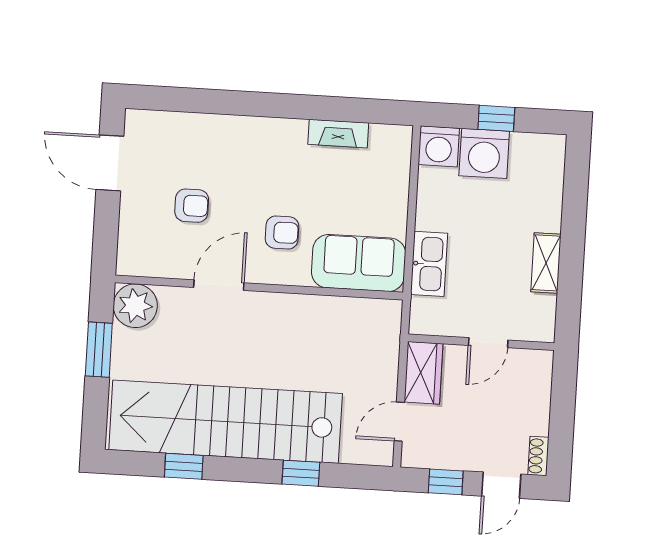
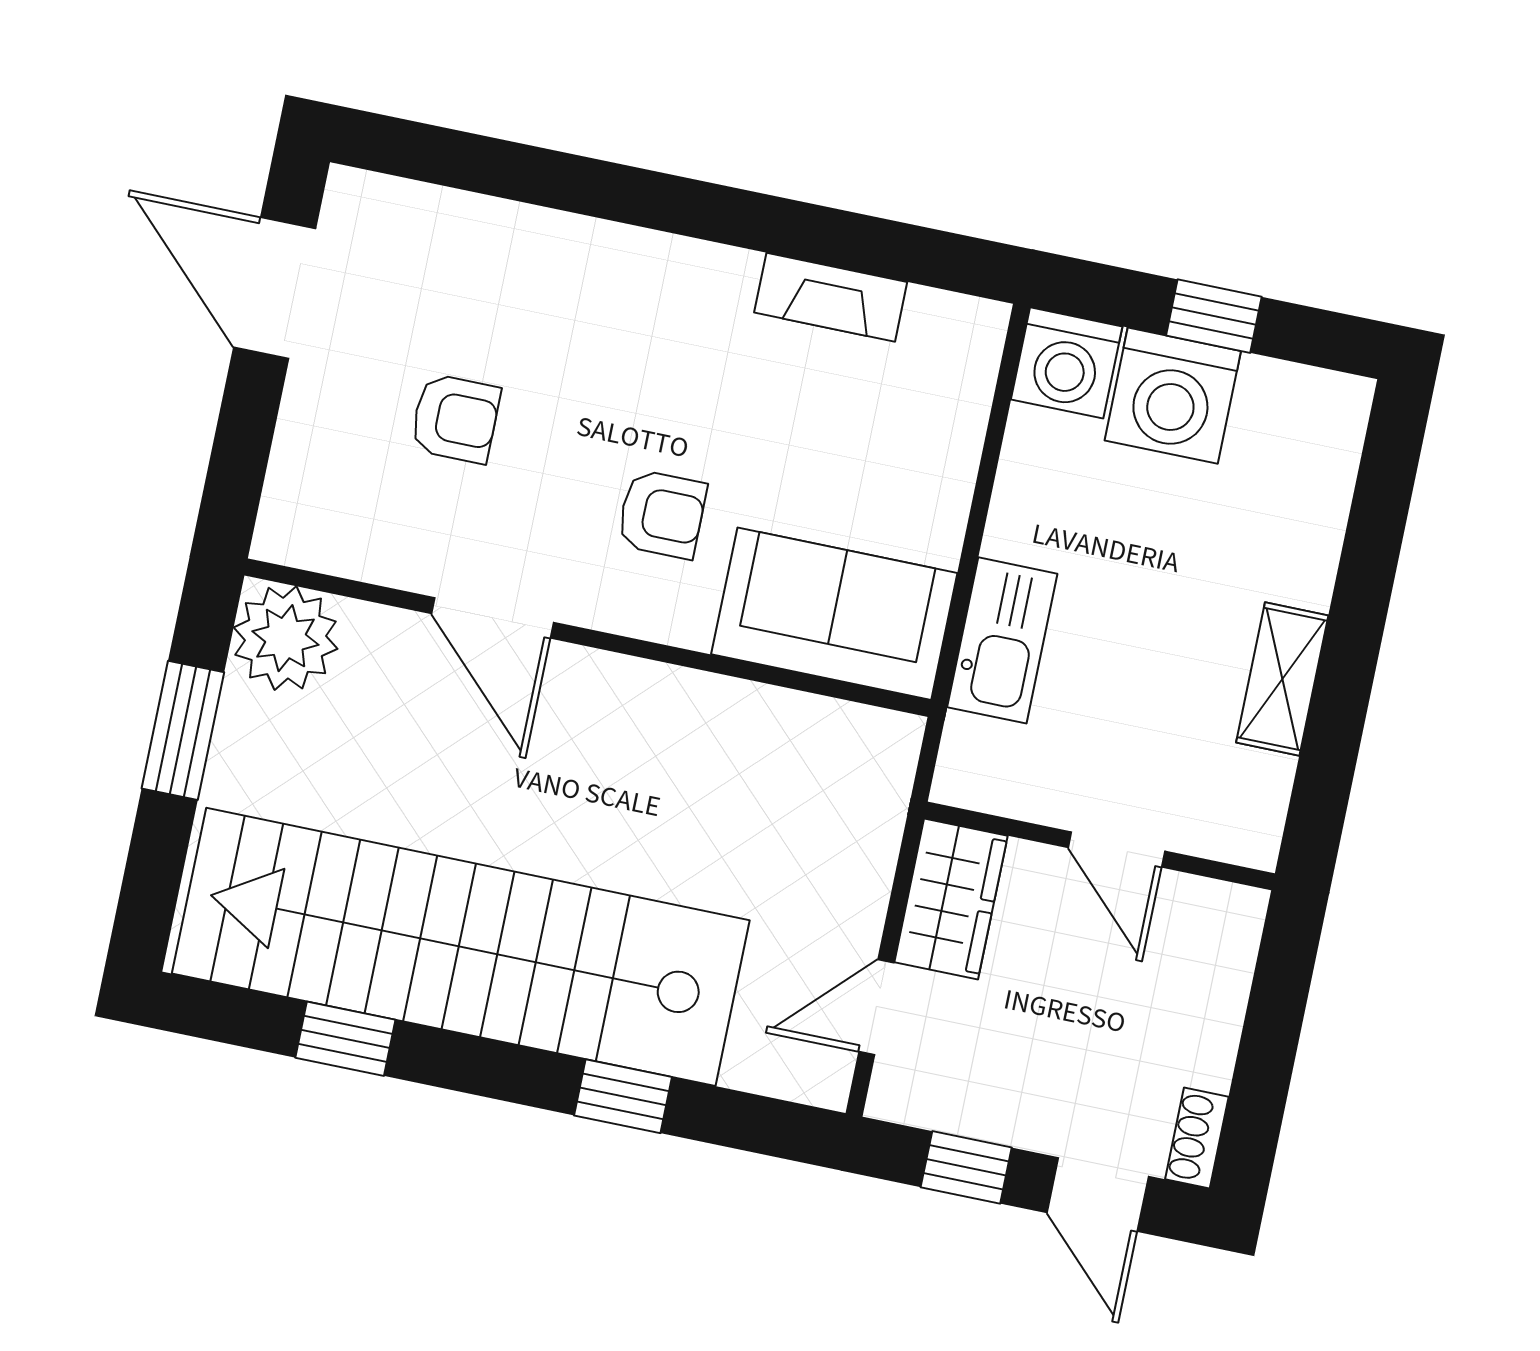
door: (219, 285) -> (493, 618), swing flipped
door: (488, 343) -> (1116, 849), hinge flipped
door: (501, 485) -> (1098, 1195), hinge flipped

